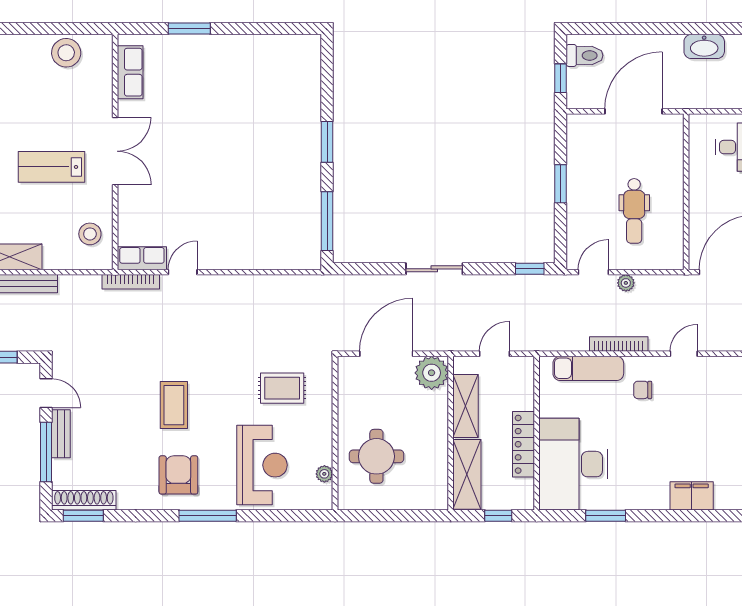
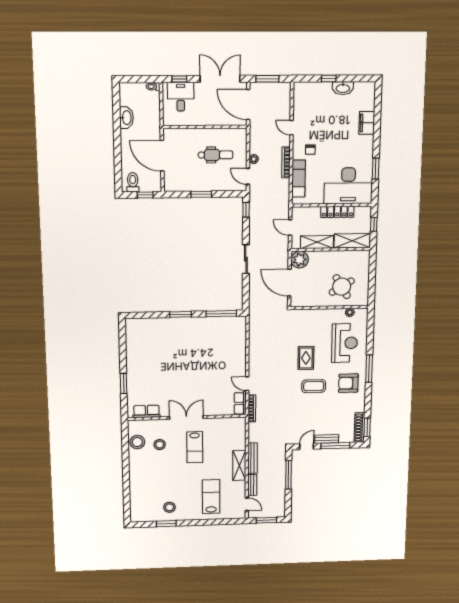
stool: (90, 234) -> (160, 445), moved
rug: (282, 388) -> (306, 358), moved
round table: (376, 456) -> (342, 287), turned -31
reception desk: (262, 465) -> (345, 343), turned 90

